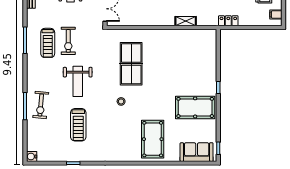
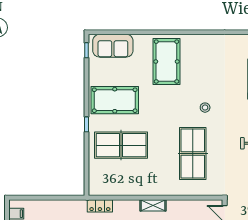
shelving: (186, 21) -> (153, 205), moved
locker: (228, 21) -> (100, 206), moved
table tennis table: (190, 71) -> (121, 145), added

